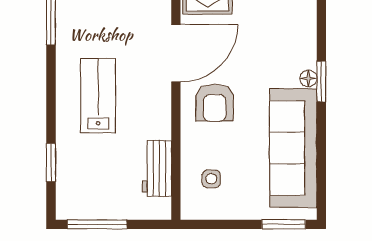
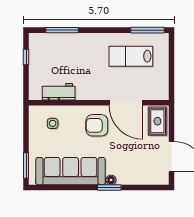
lab bench: (98, 96) -> (131, 56), moved, turned 180
window: (51, 162) -> (62, 30), width x1.44
window: (97, 224) -> (26, 57), width x0.46

